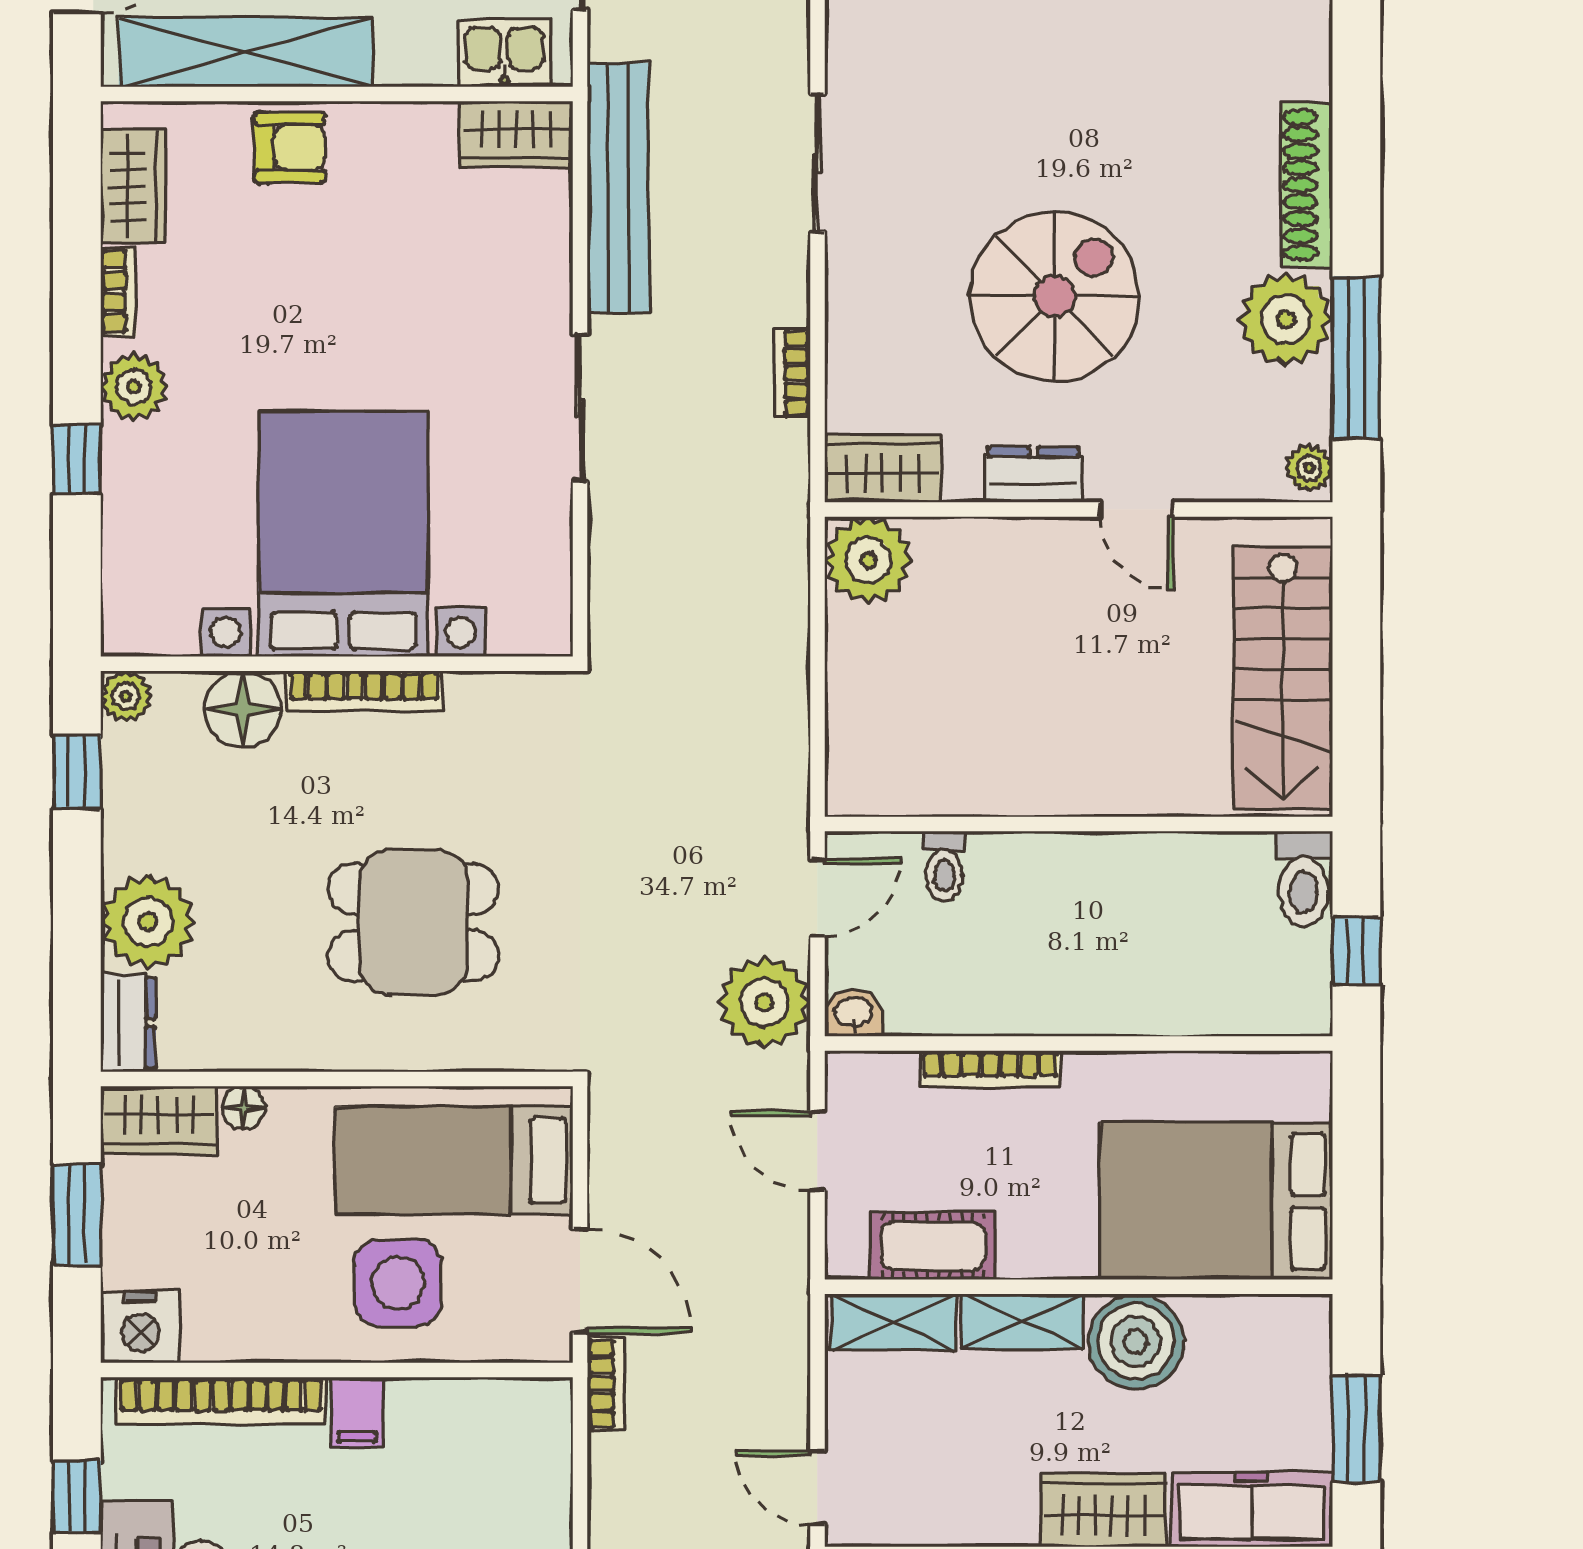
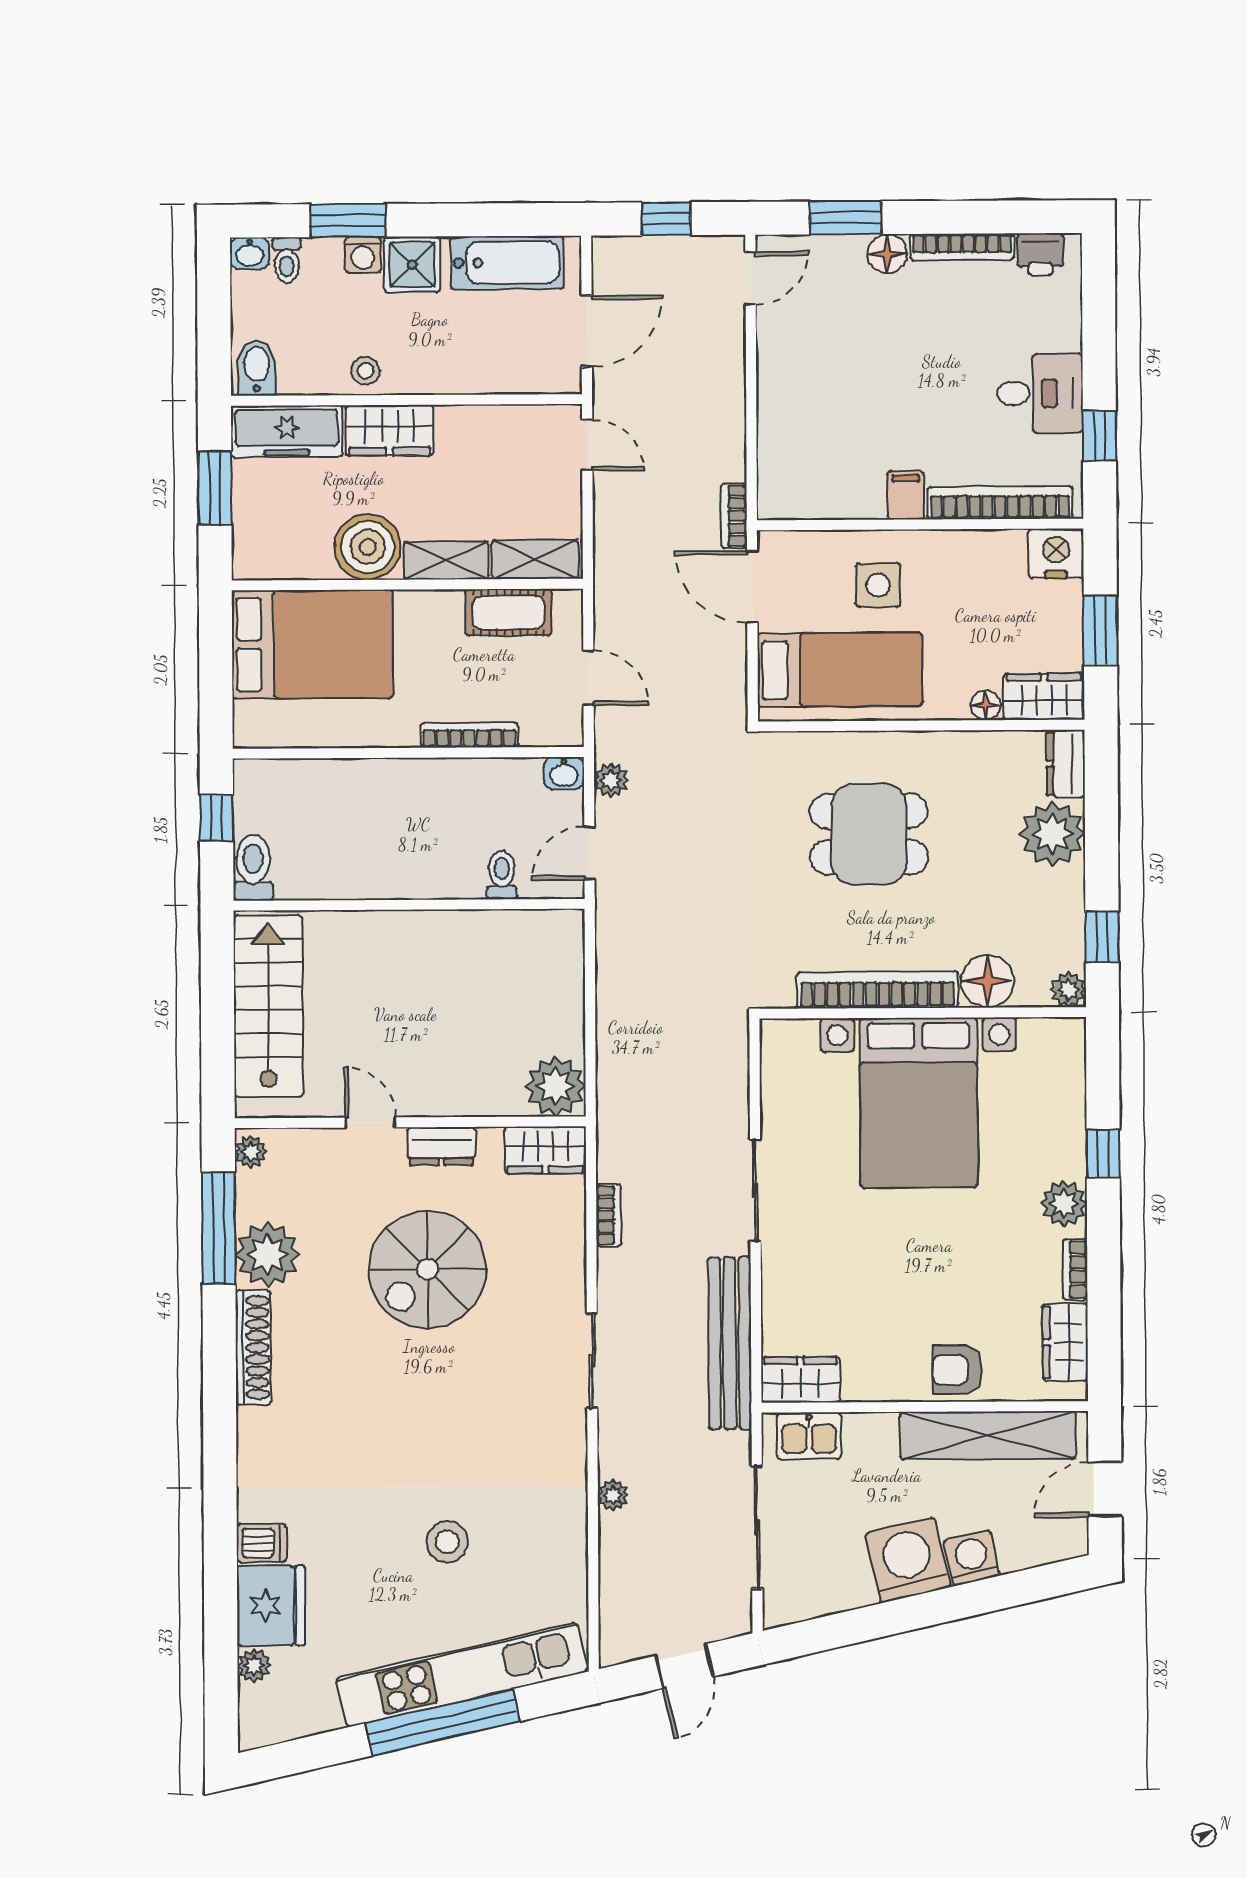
bookcase: (364, 691) -> (877, 990), width x1.48, depth x1.31
plant: (764, 1002) -> (611, 780), width x0.53, depth x0.53
side table: (398, 1283) -> (878, 585), width x0.73, depth x0.73

